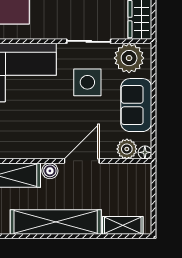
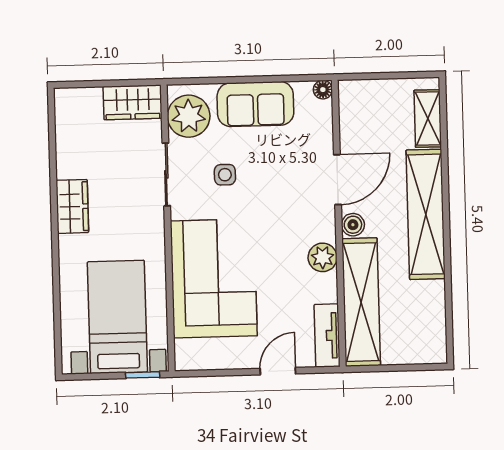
side table: (87, 82) -> (225, 175), width x0.54, depth x0.54
plant: (127, 149) -> (323, 257), moved
door: (82, 161) -> (338, 180), swing flipped

